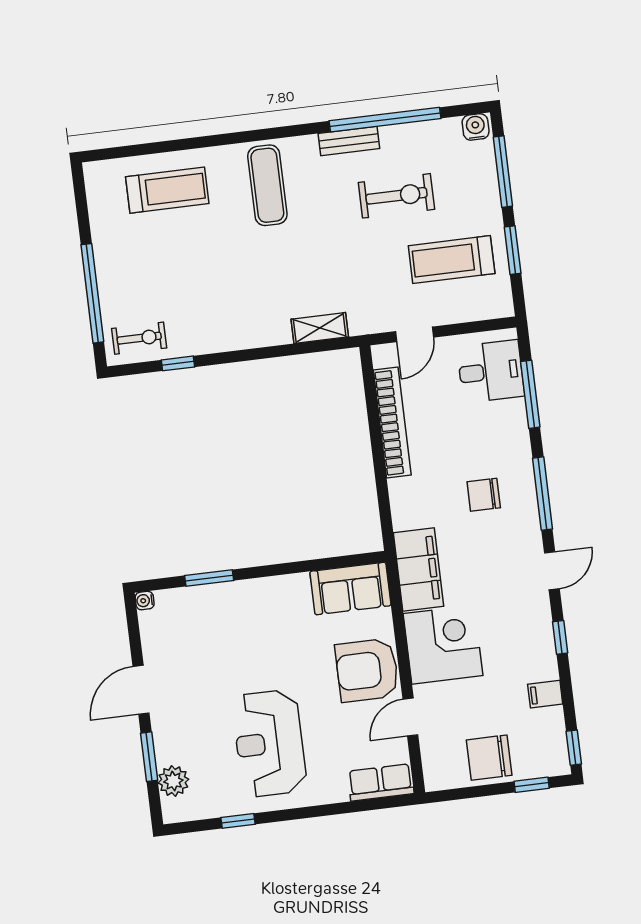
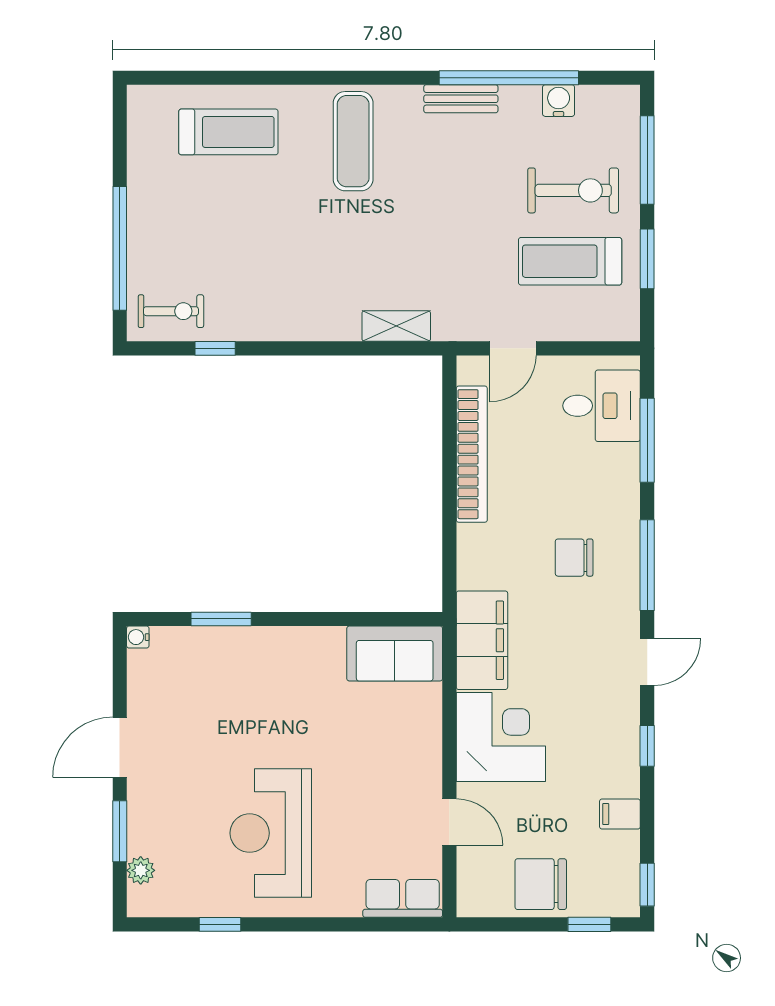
water cooler: (476, 127) -> (559, 101), moved
exercise bike: (396, 196) -> (573, 190), moved
armchair: (367, 670) -> (403, 757), removed
door: (410, 717) -> (449, 822), swing flipped
plant: (173, 781) -> (141, 870), width x0.73, depth x0.73

